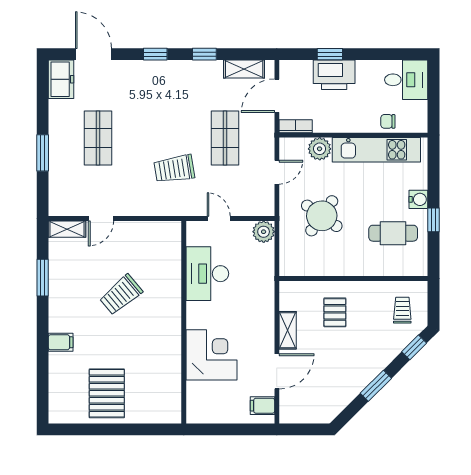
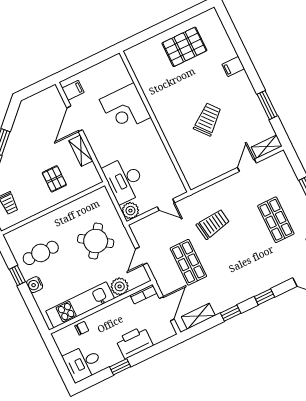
window: (330, 54) -> (120, 367), moved
desk: (207, 274) -> (124, 180), moved, turned 180
pallet: (107, 393) -> (184, 47), turned 90

